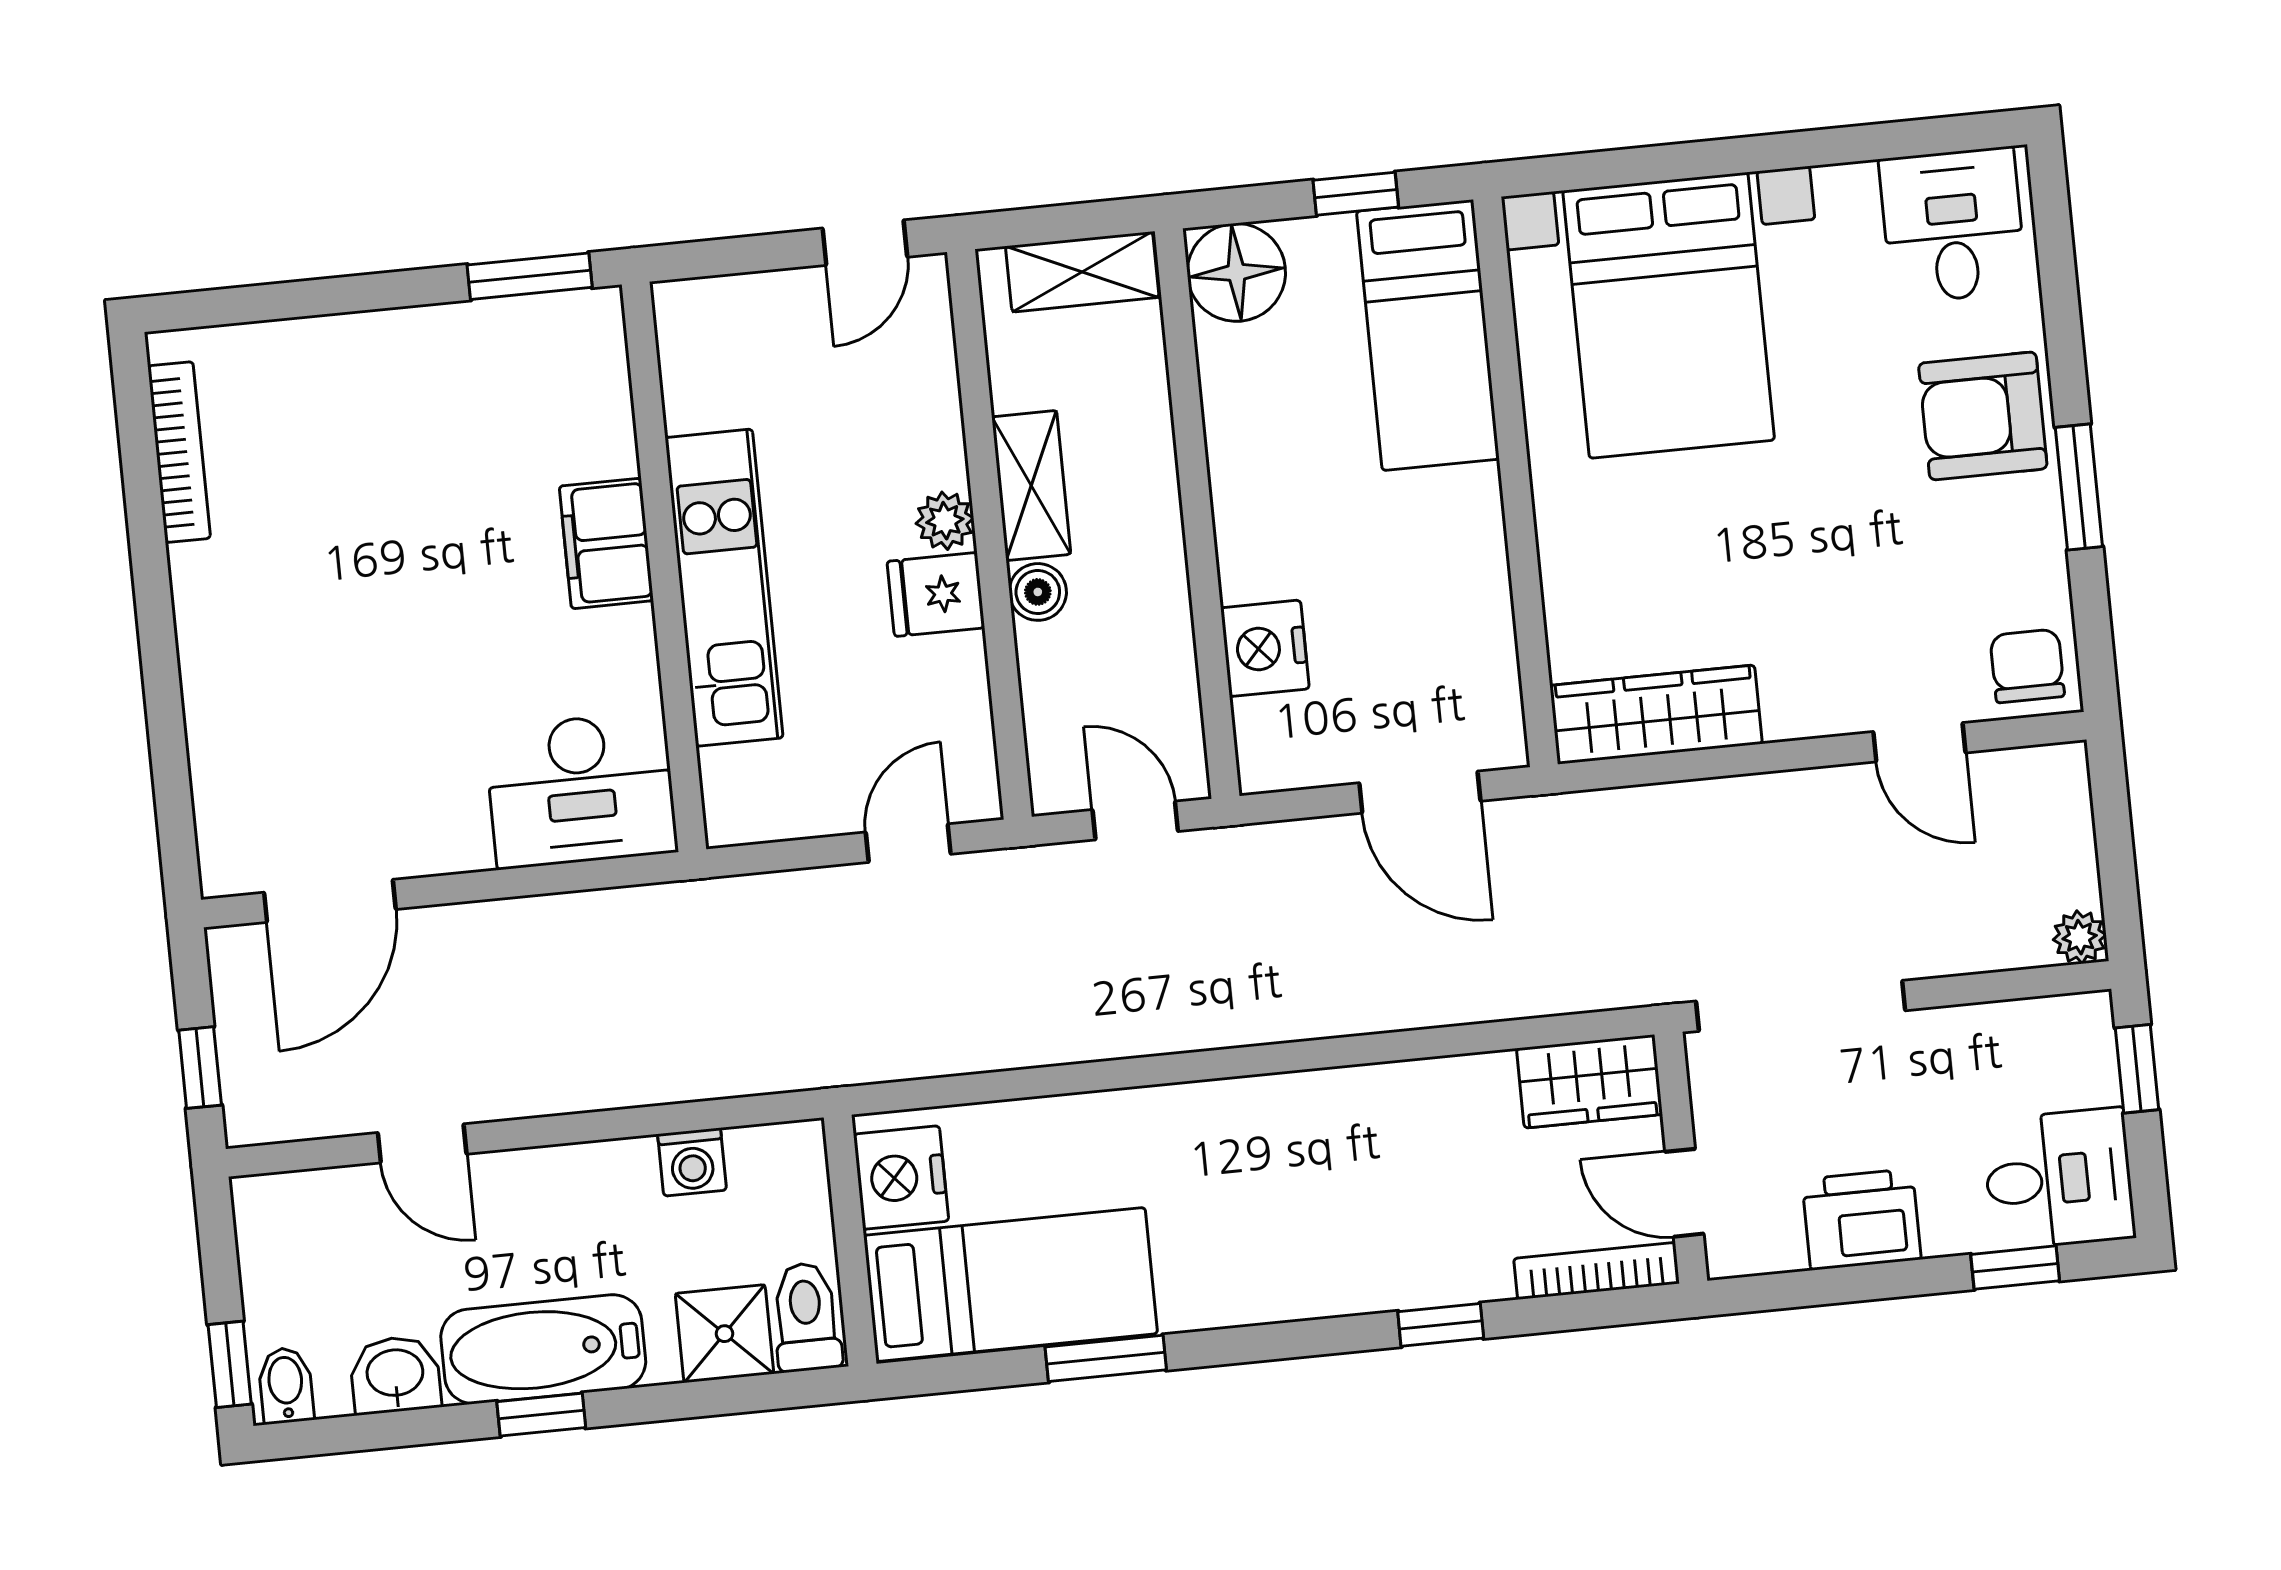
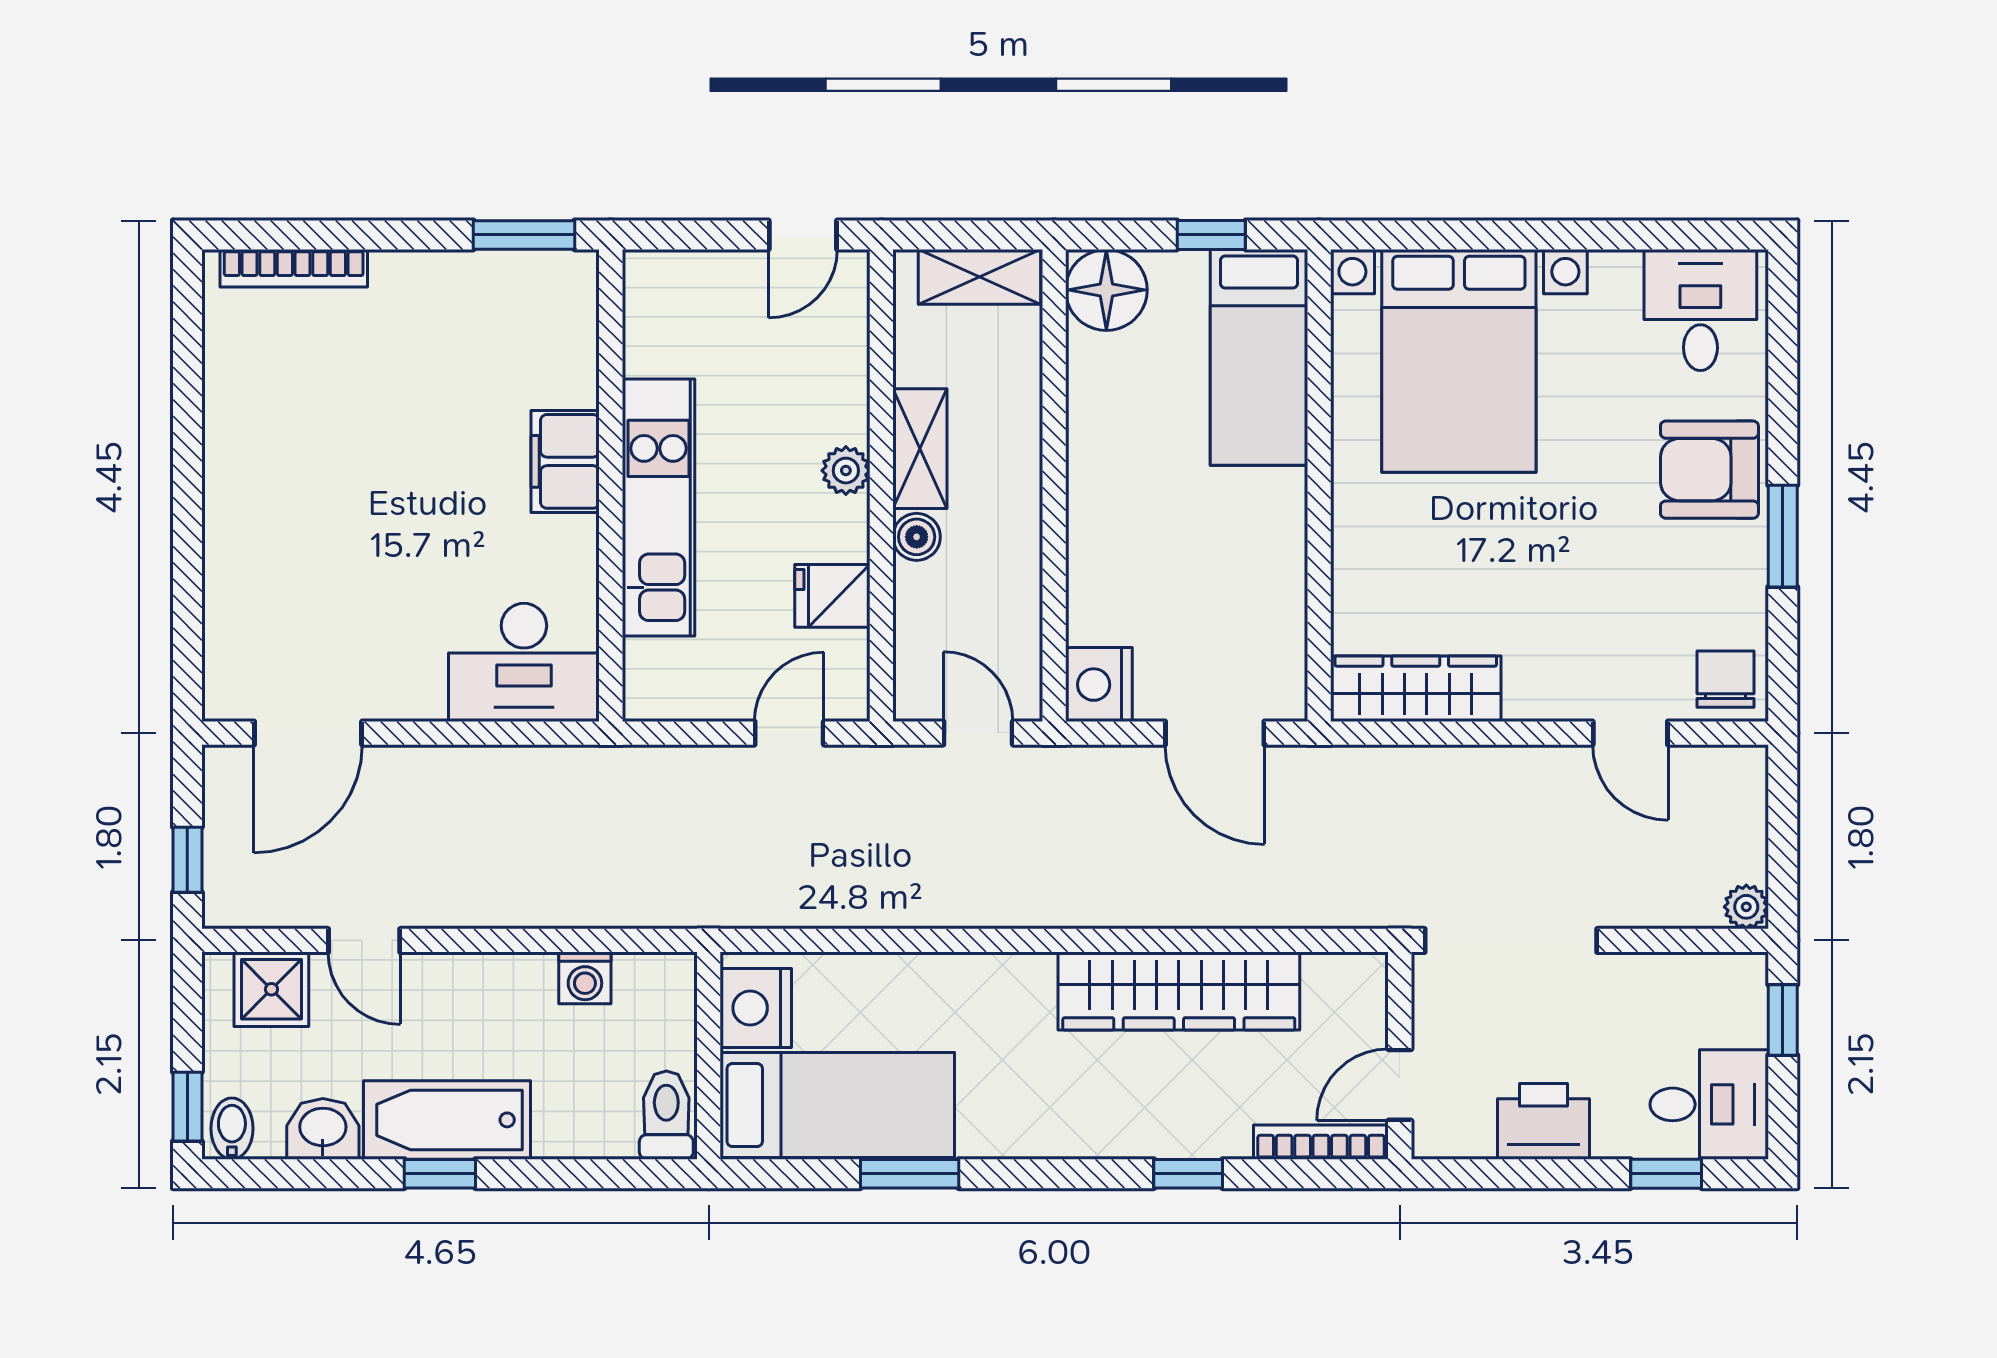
bookcase: (179, 452) -> (294, 268), moved, turned 90
fridge: (936, 595) -> (832, 596), moved
nightstand: (1265, 648) -> (1099, 685), moved
wardrobe: (1589, 1081) -> (1179, 991), moved, width x2.10, depth x1.17
door: (1684, 1193) -> (1400, 1085), hinge flipped
shower: (725, 1334) -> (271, 989), moved

